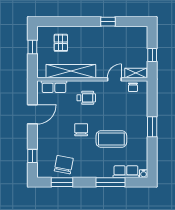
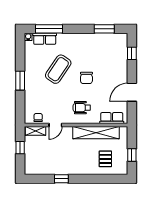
coffee table: (111, 139) -> (58, 69), turned -56
chair: (64, 165) -> (103, 45), removed
window: (110, 182) -> (49, 29), moved

